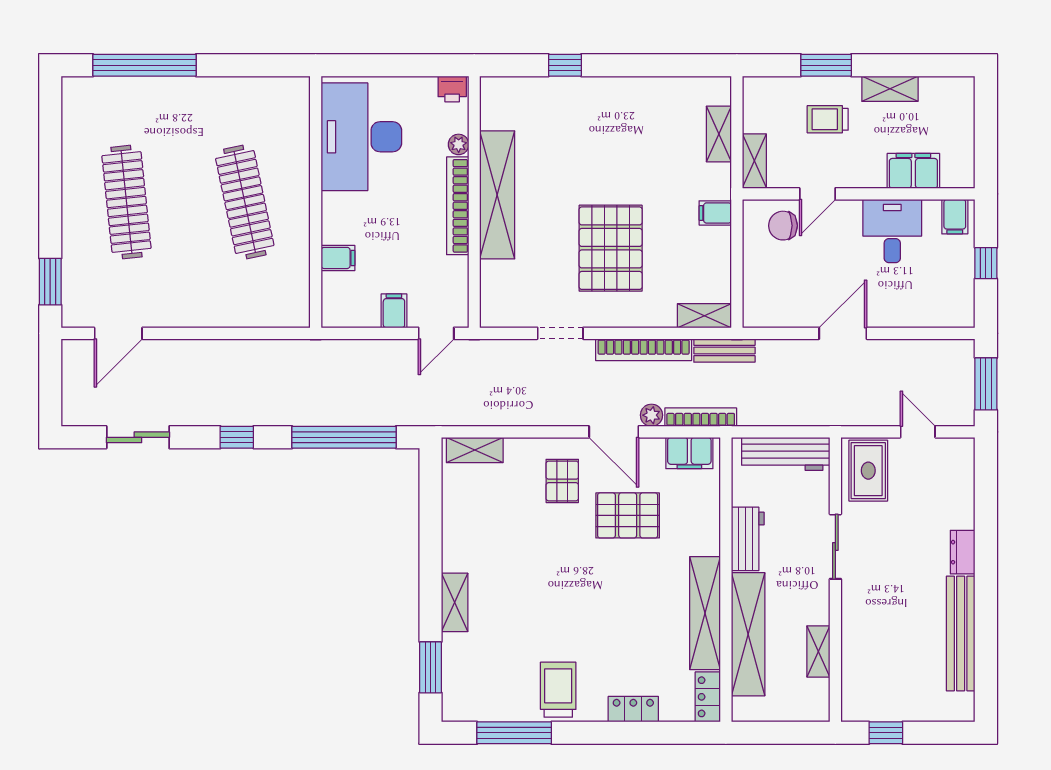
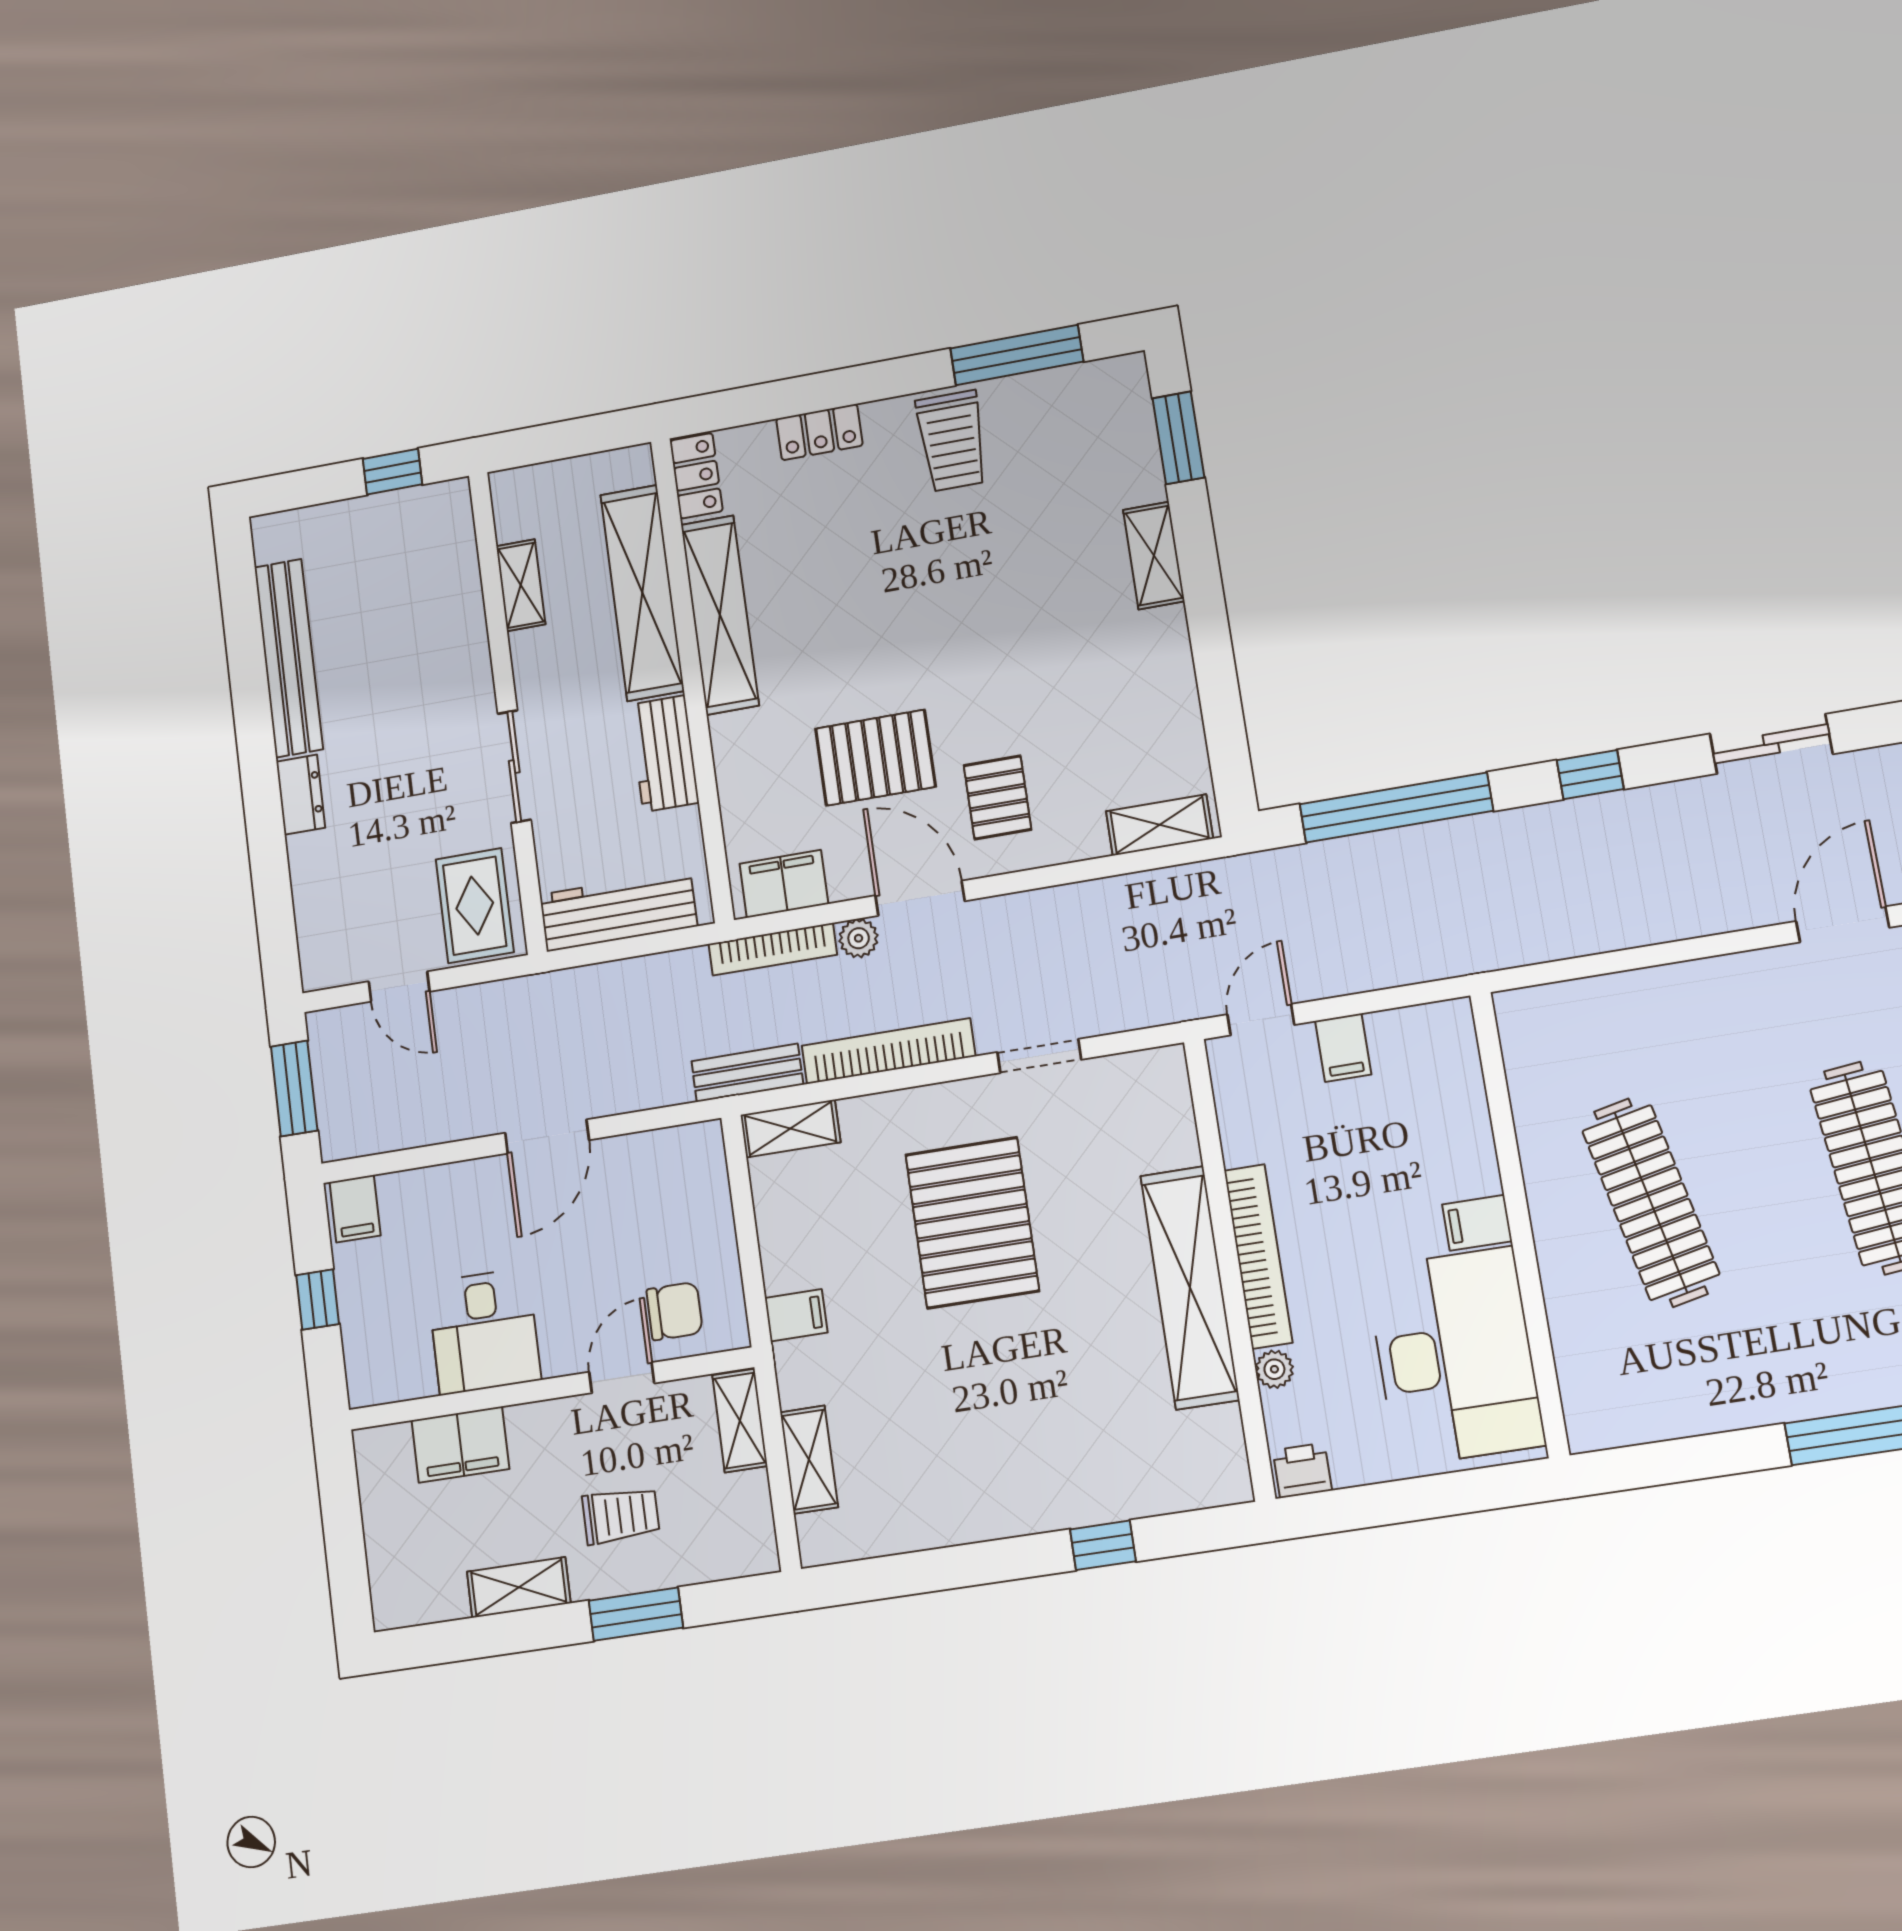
filing cabinet: (955, 217) -> (355, 1209), moved, turned 180
filing cabinet: (338, 258) -> (1477, 1223), moved

